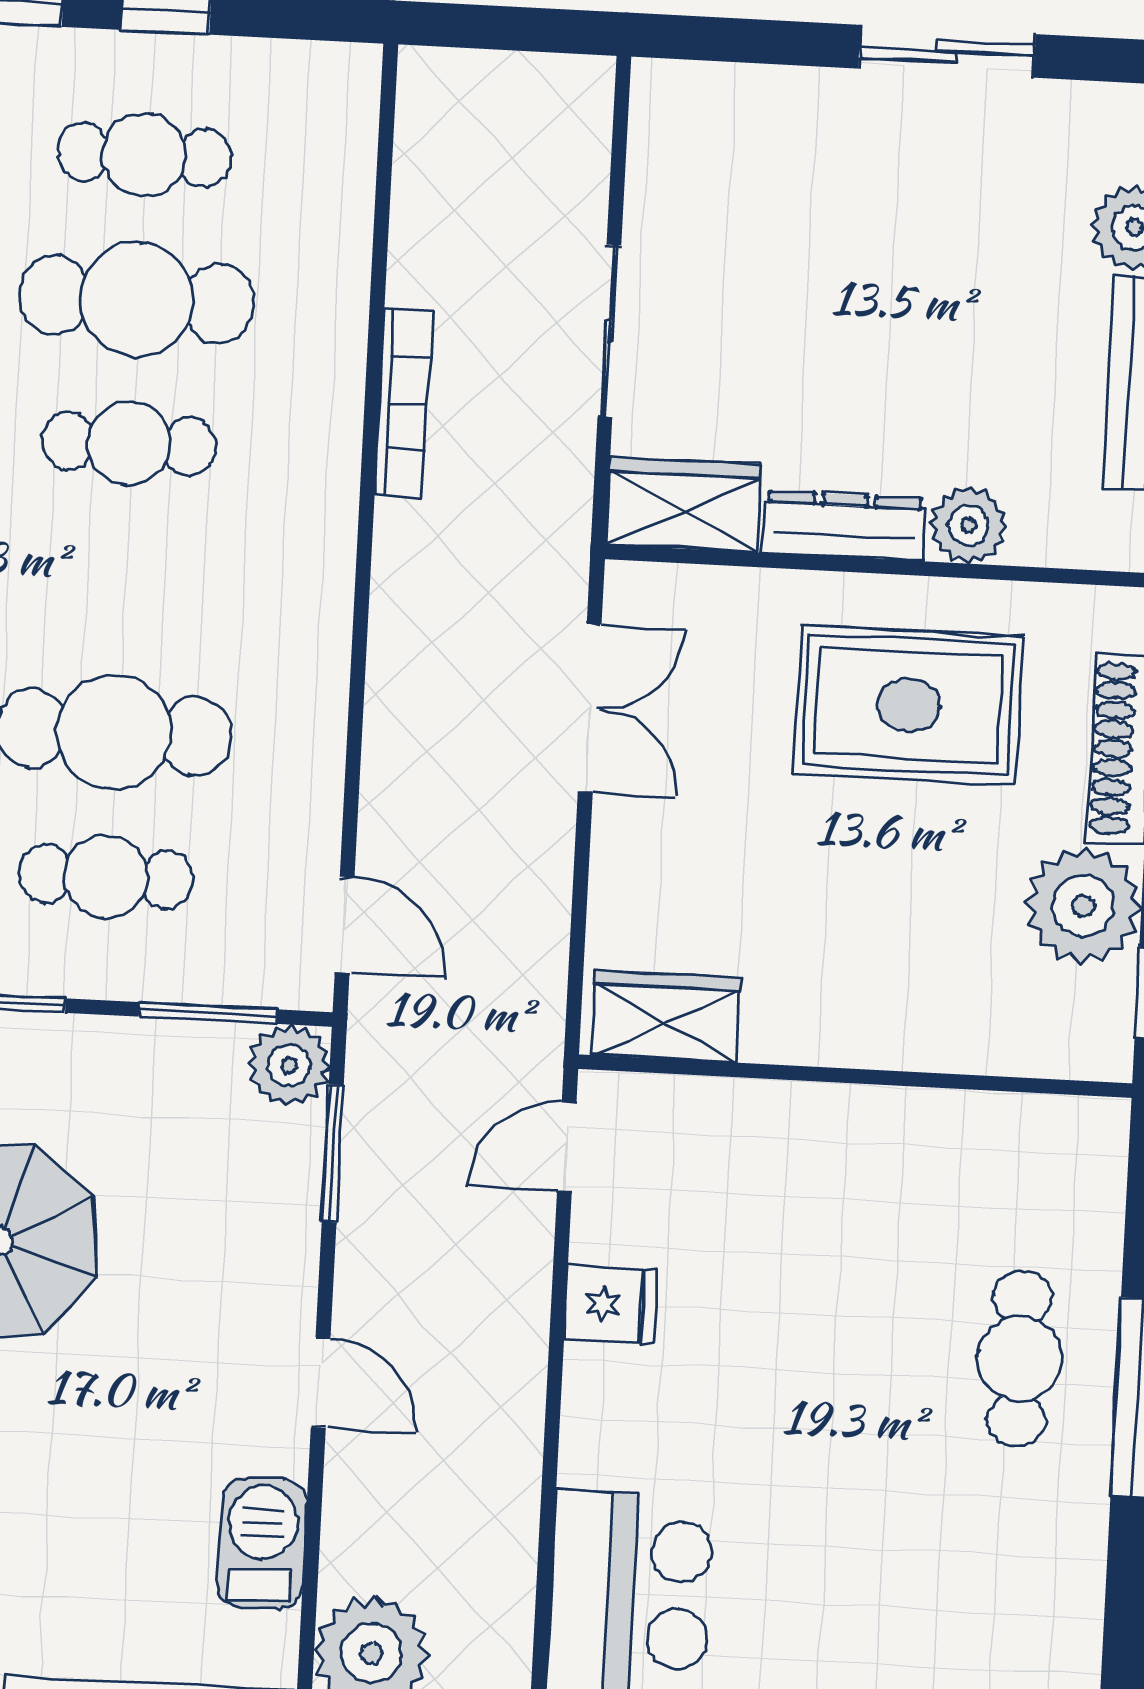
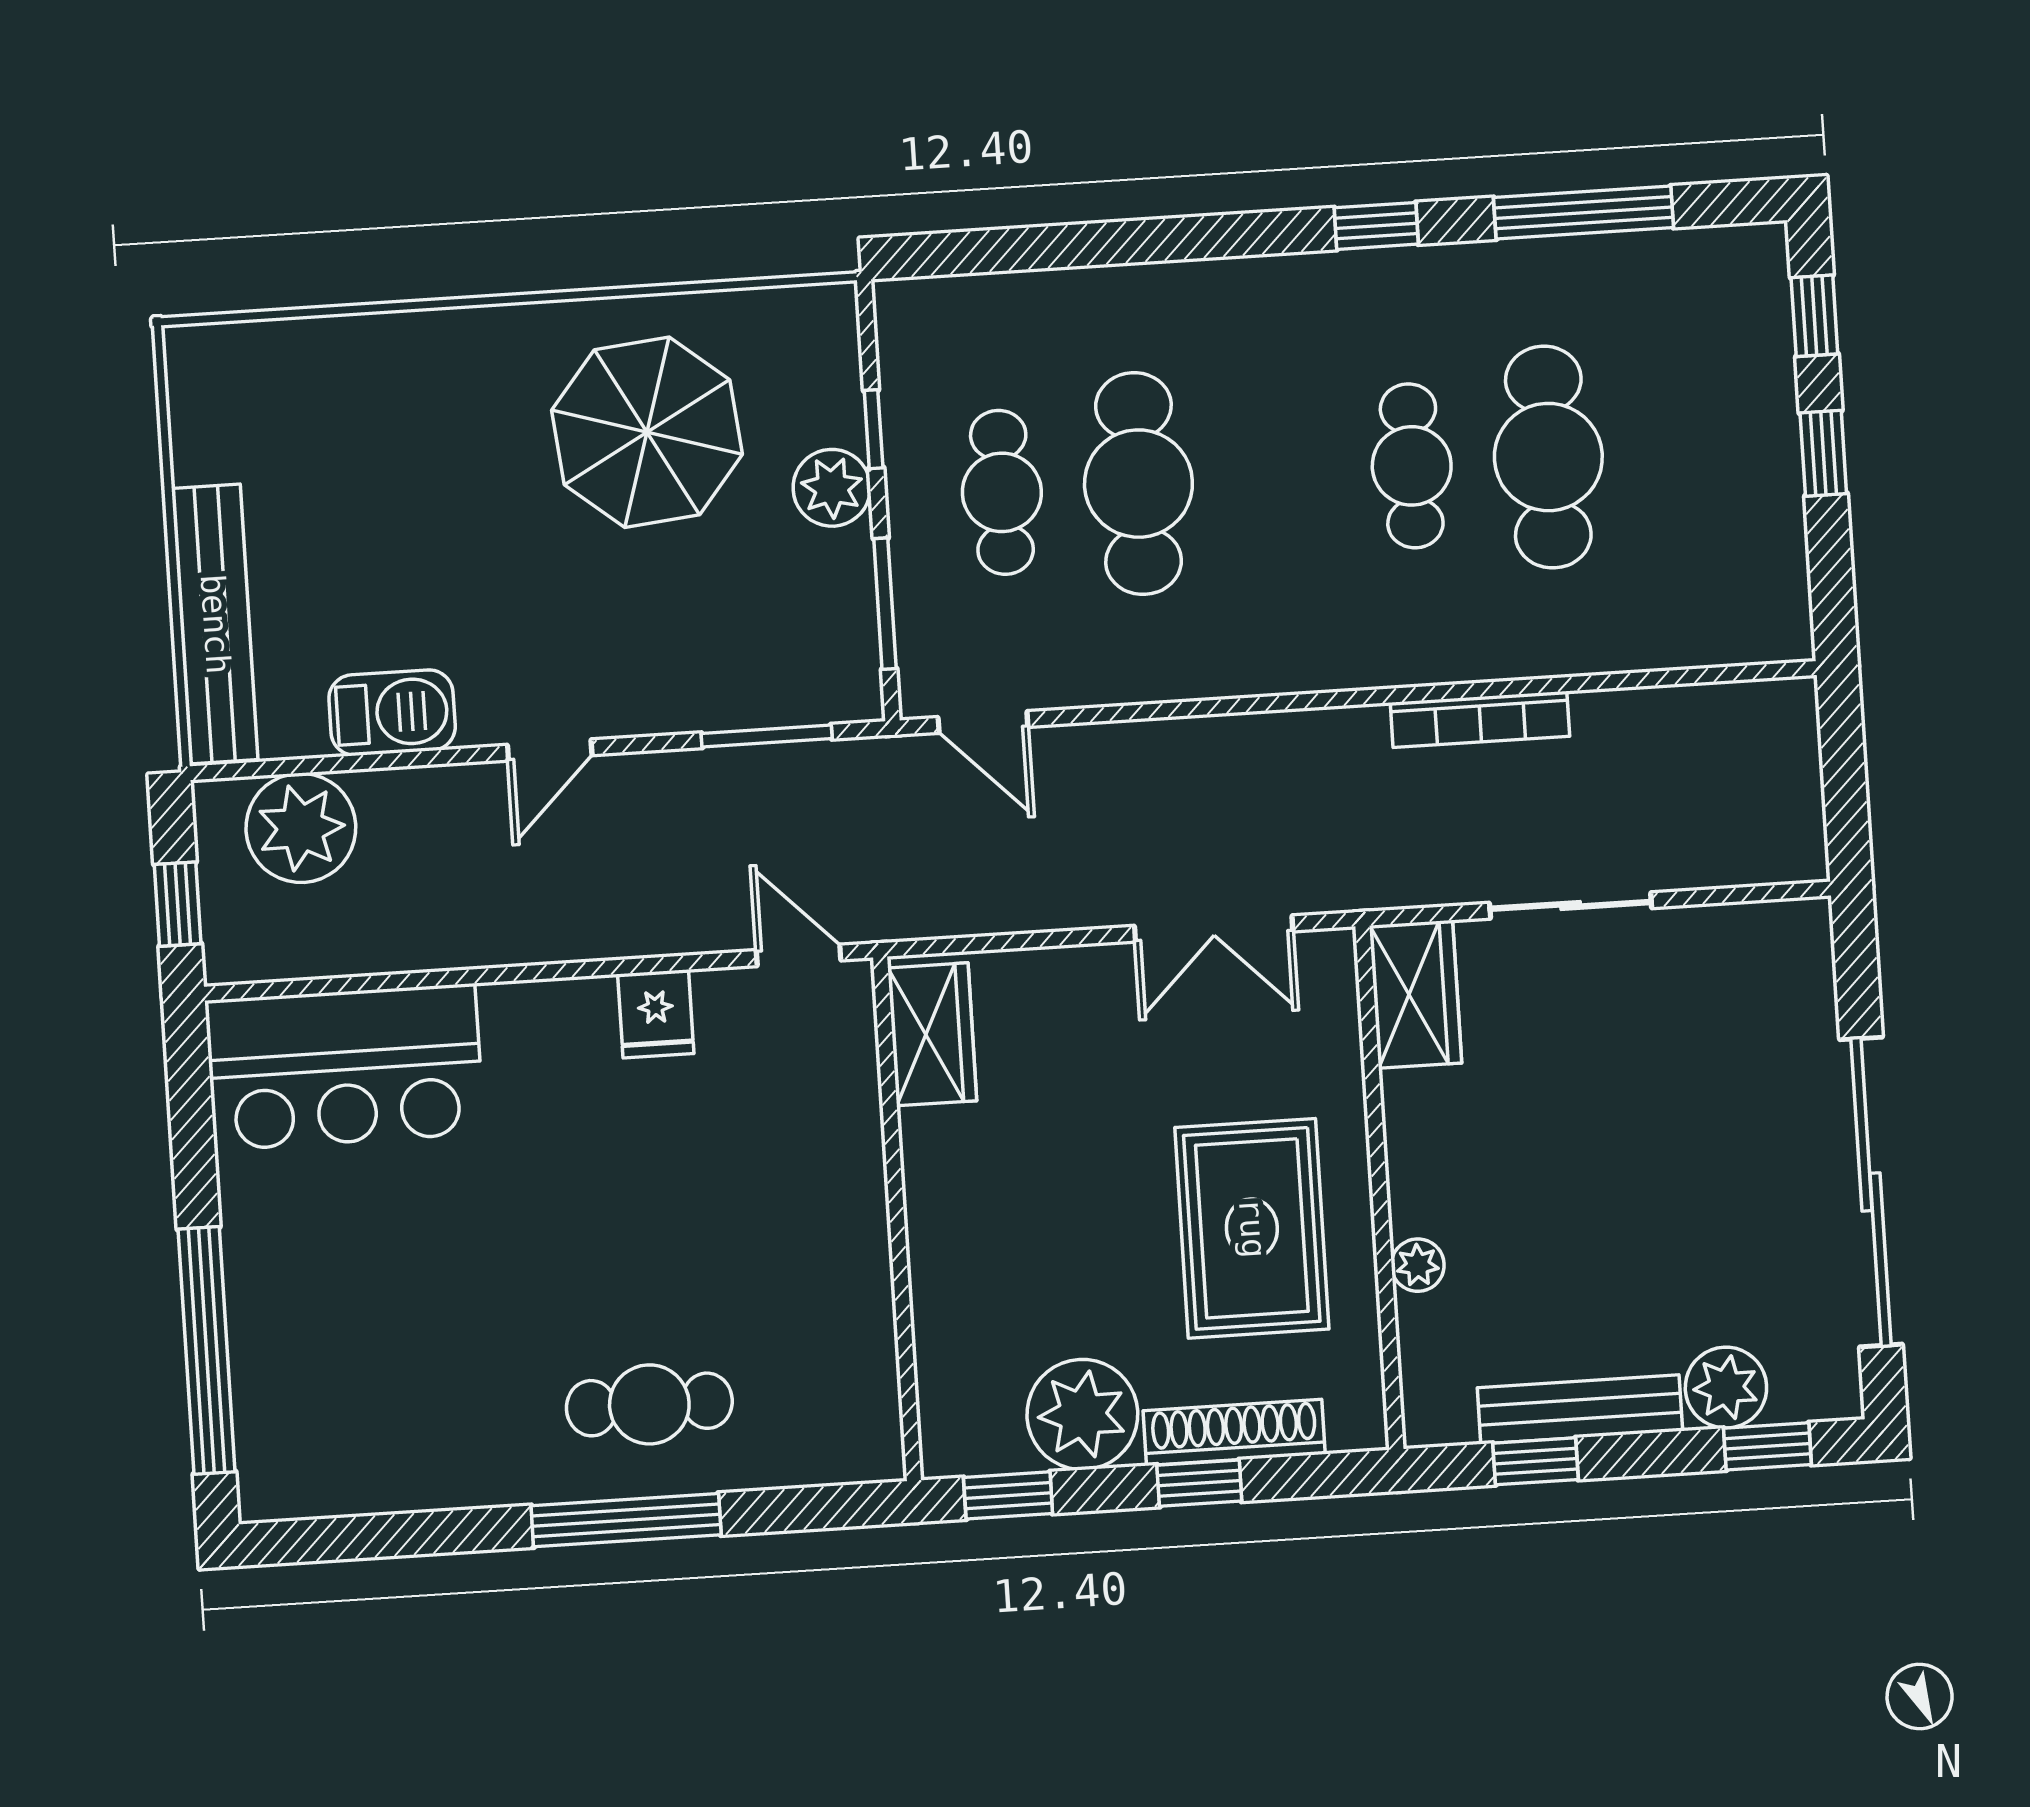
sliding door: (947, 51) -> (1871, 1192), width x1.86
cafe table: (144, 155) -> (1685, 448), removed
plant: (968, 525) -> (1418, 1265), width x0.73, depth x0.73
dresser: (844, 526) -> (1413, 1148), removed
door: (345, 925) -> (983, 722), hinge flipped
plant: (289, 1065) -> (832, 488), moved

